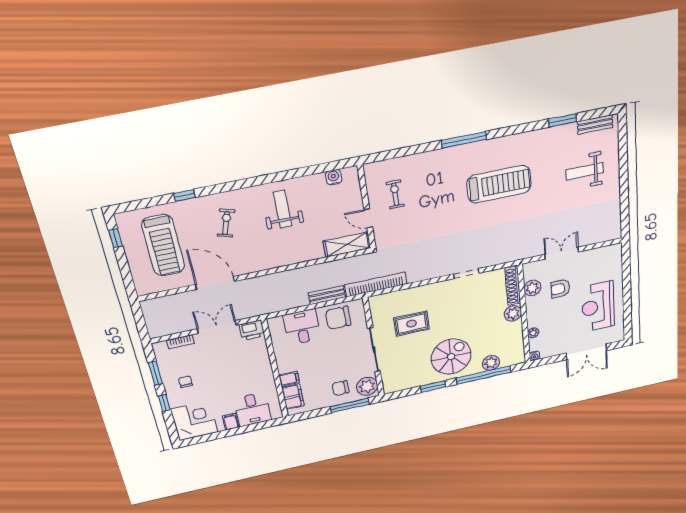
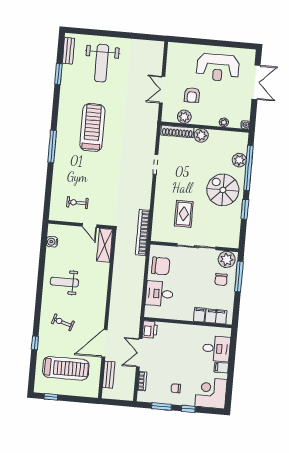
weight bench: (585, 171) -> (102, 63), width x1.36, depth x1.33
door: (368, 218) -> (89, 225), hinge flipped
bench: (327, 295) -> (109, 375), moved
chair: (338, 318) -> (161, 266), turned -90

